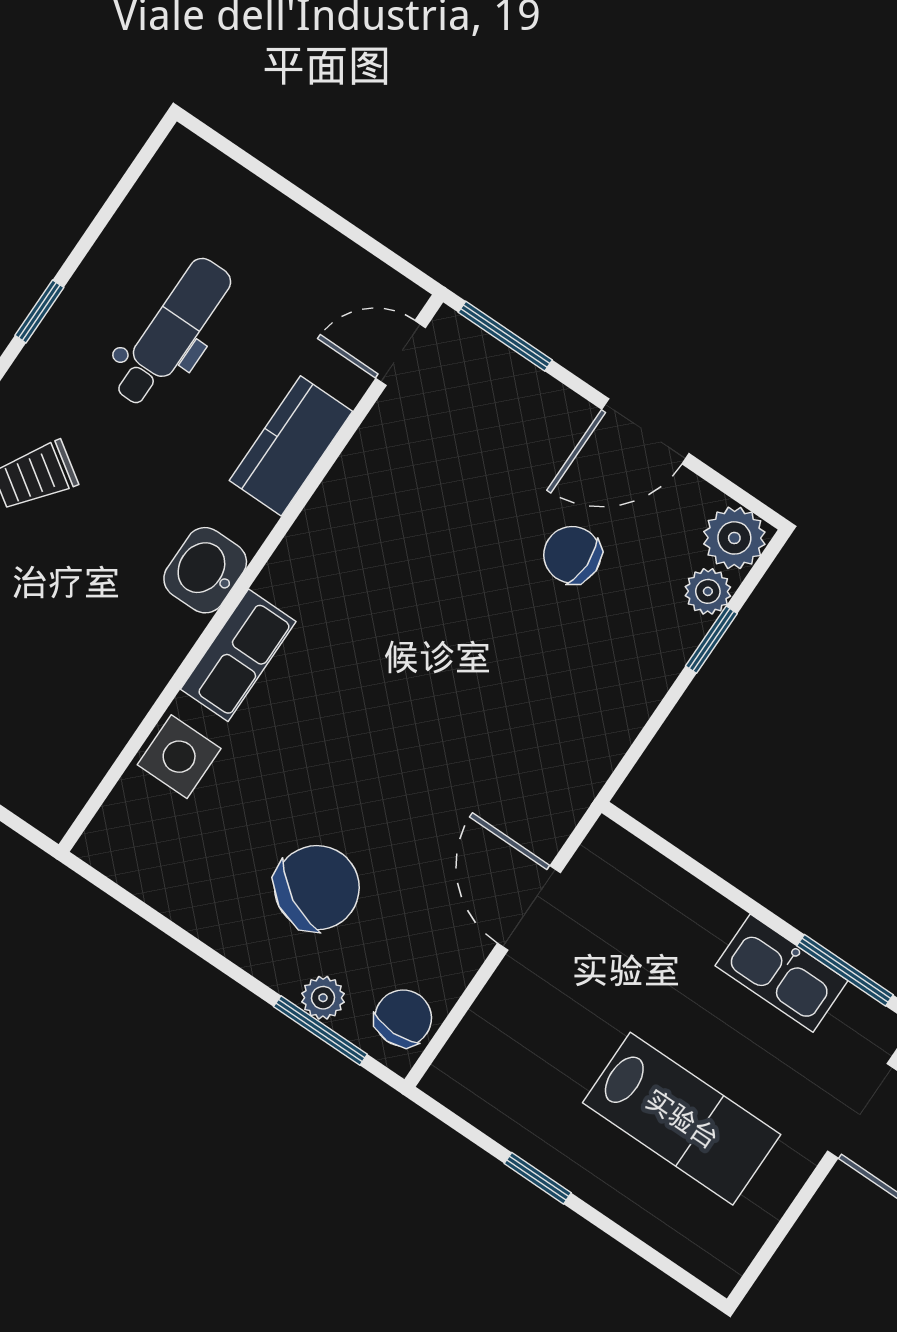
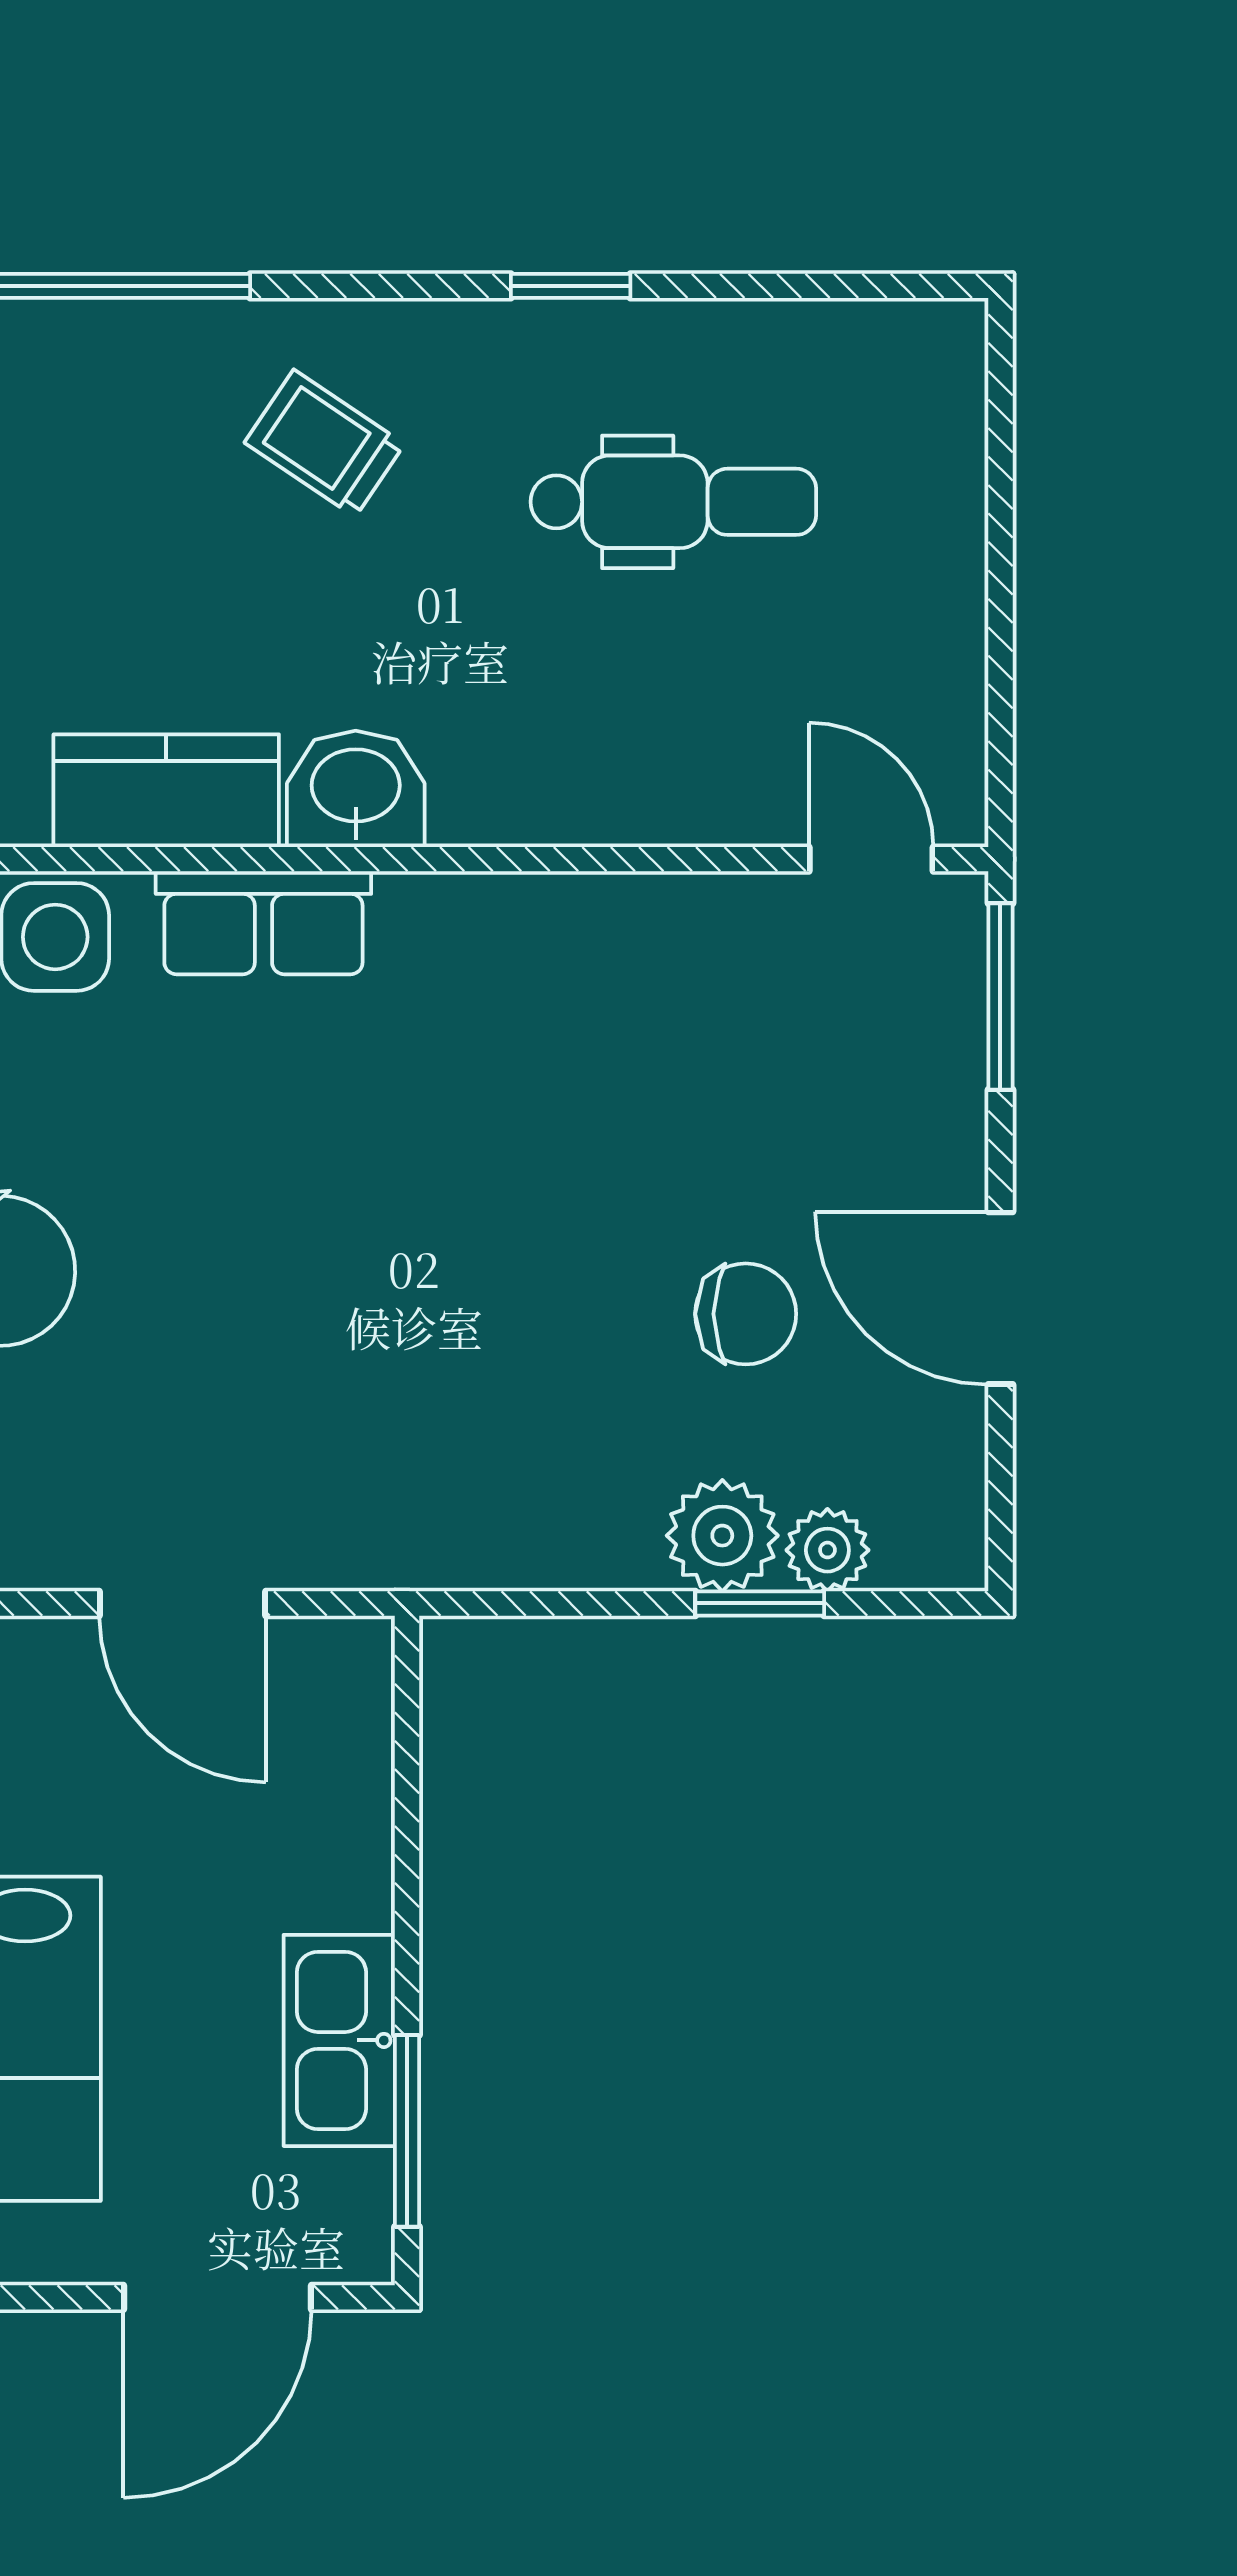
kitchen counter: (291, 446) -> (166, 791), moved
plant: (734, 538) -> (722, 1536), moved
chair: (572, 555) -> (746, 1314), turned 90
door: (529, 908) -> (183, 1603), swing flipped

